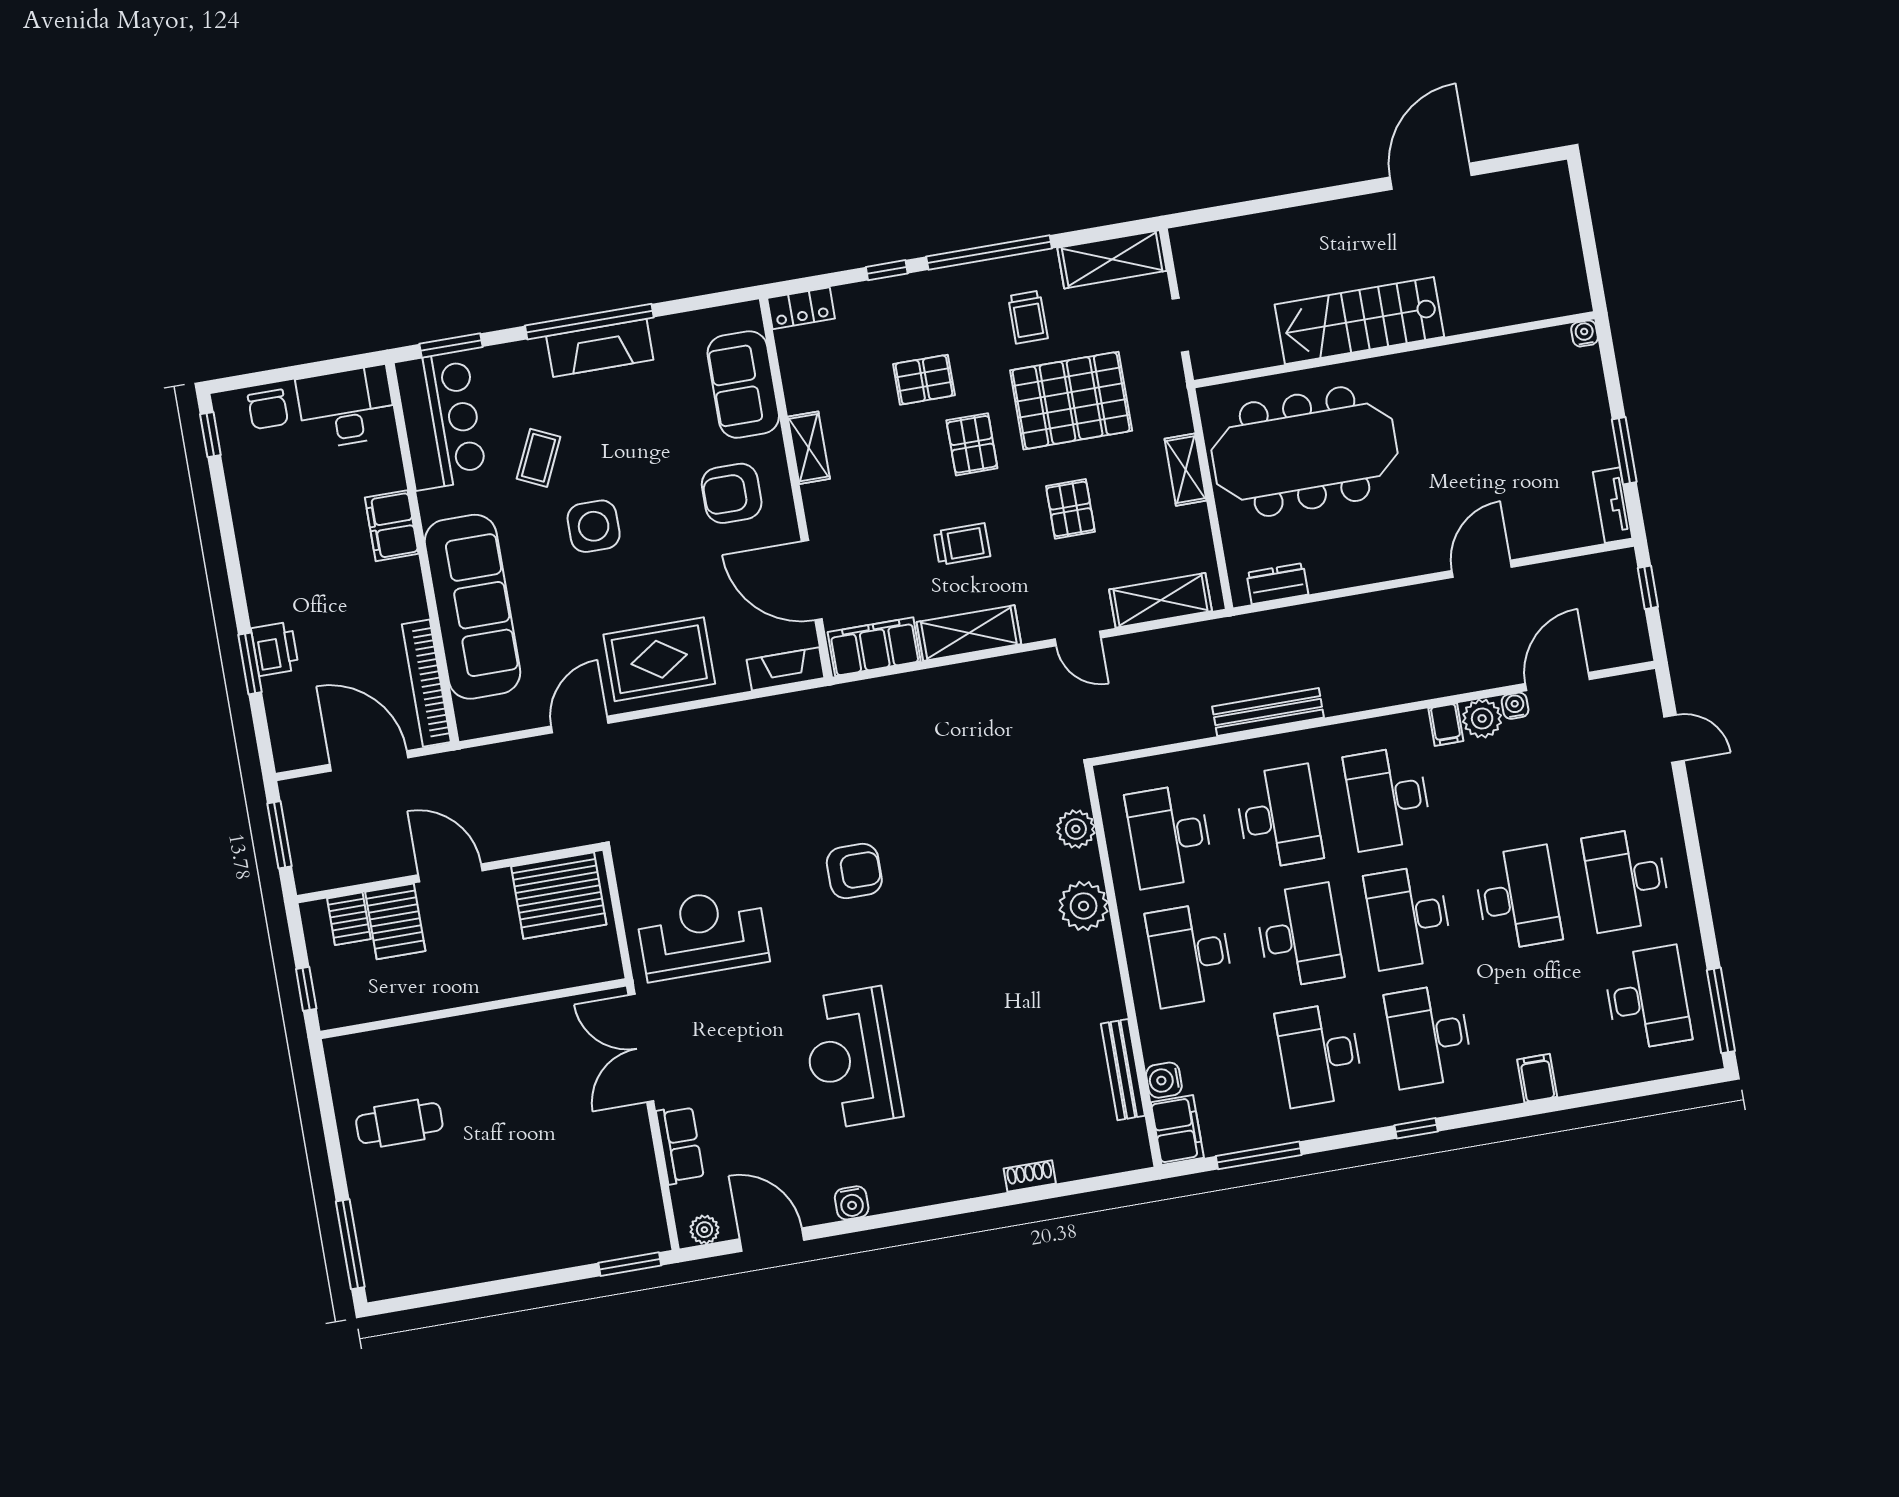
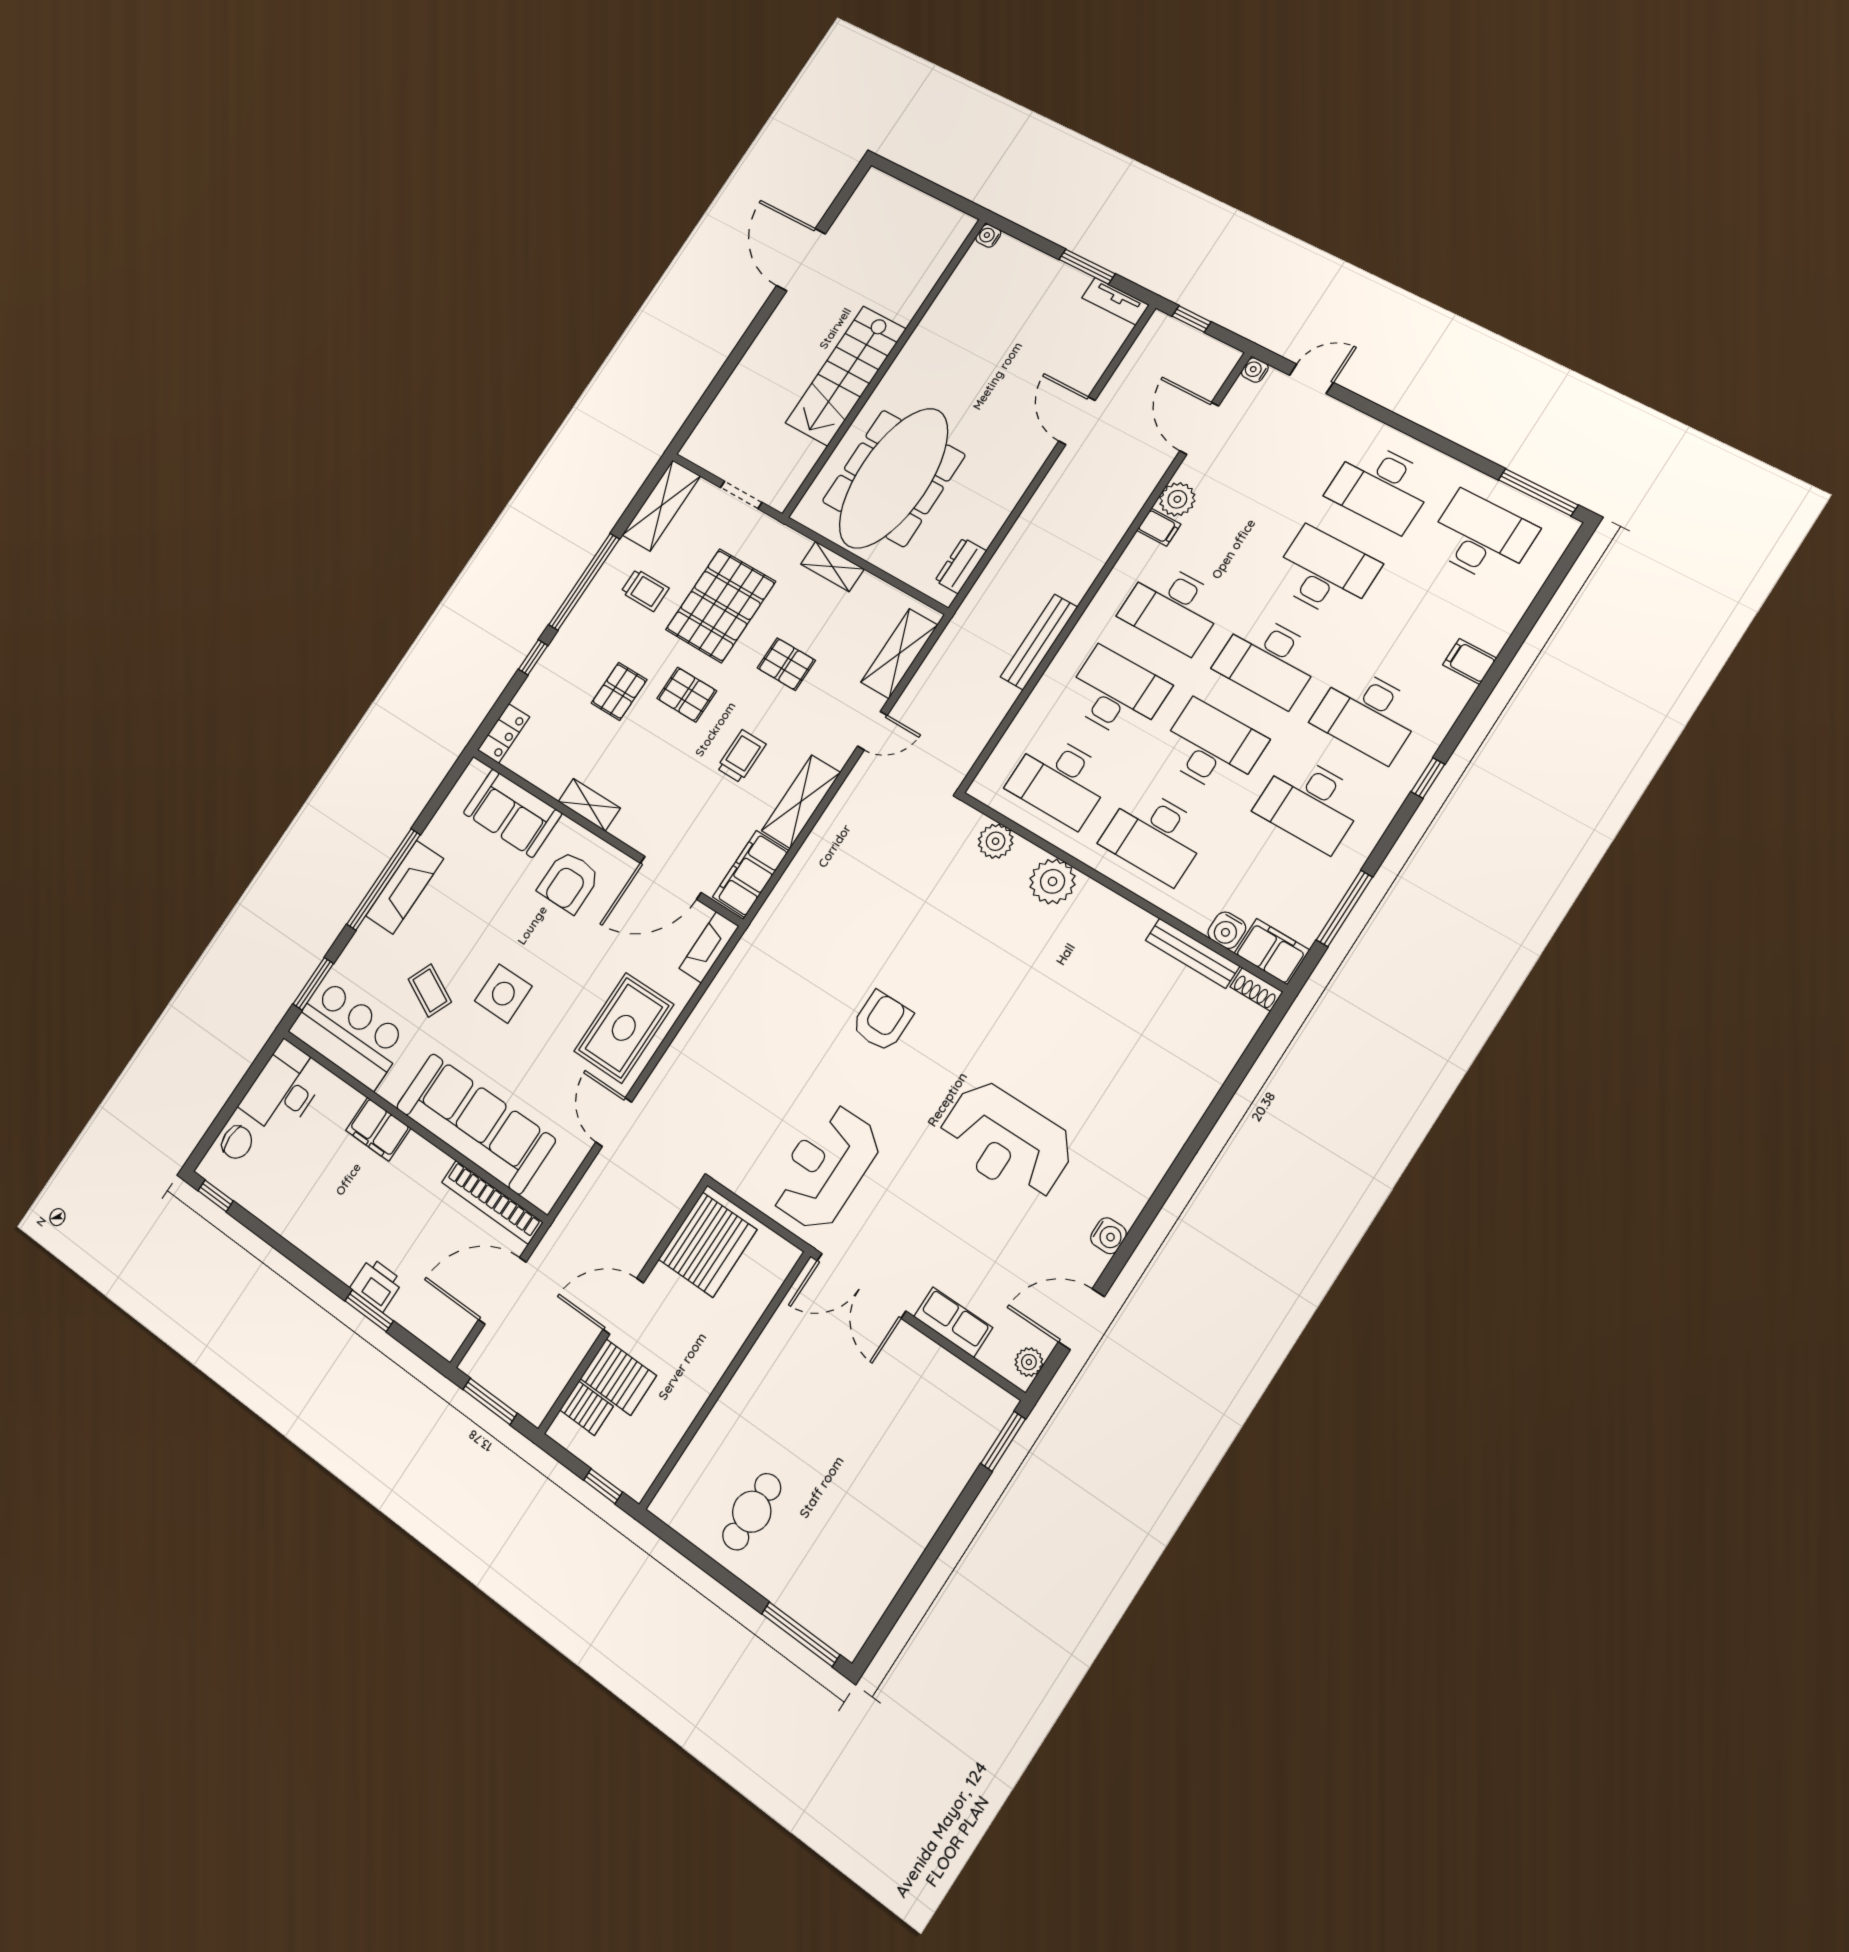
water cooler: (1515, 706) -> (1255, 370), moved
shoe rack: (1030, 1176) -> (1256, 989), moved, turned -90

